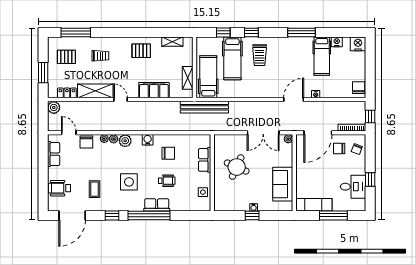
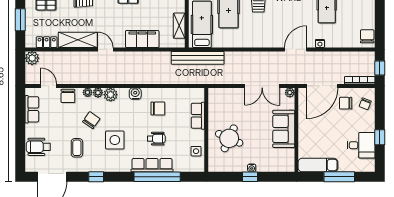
chair: (108, 164) -> (91, 120), added
round table: (237, 167) -> (229, 138), moved
sofa: (283, 184) -> (284, 129), moved
row of seats: (157, 205) -> (152, 165), width x1.48
window: (149, 215) -> (157, 177), moved

